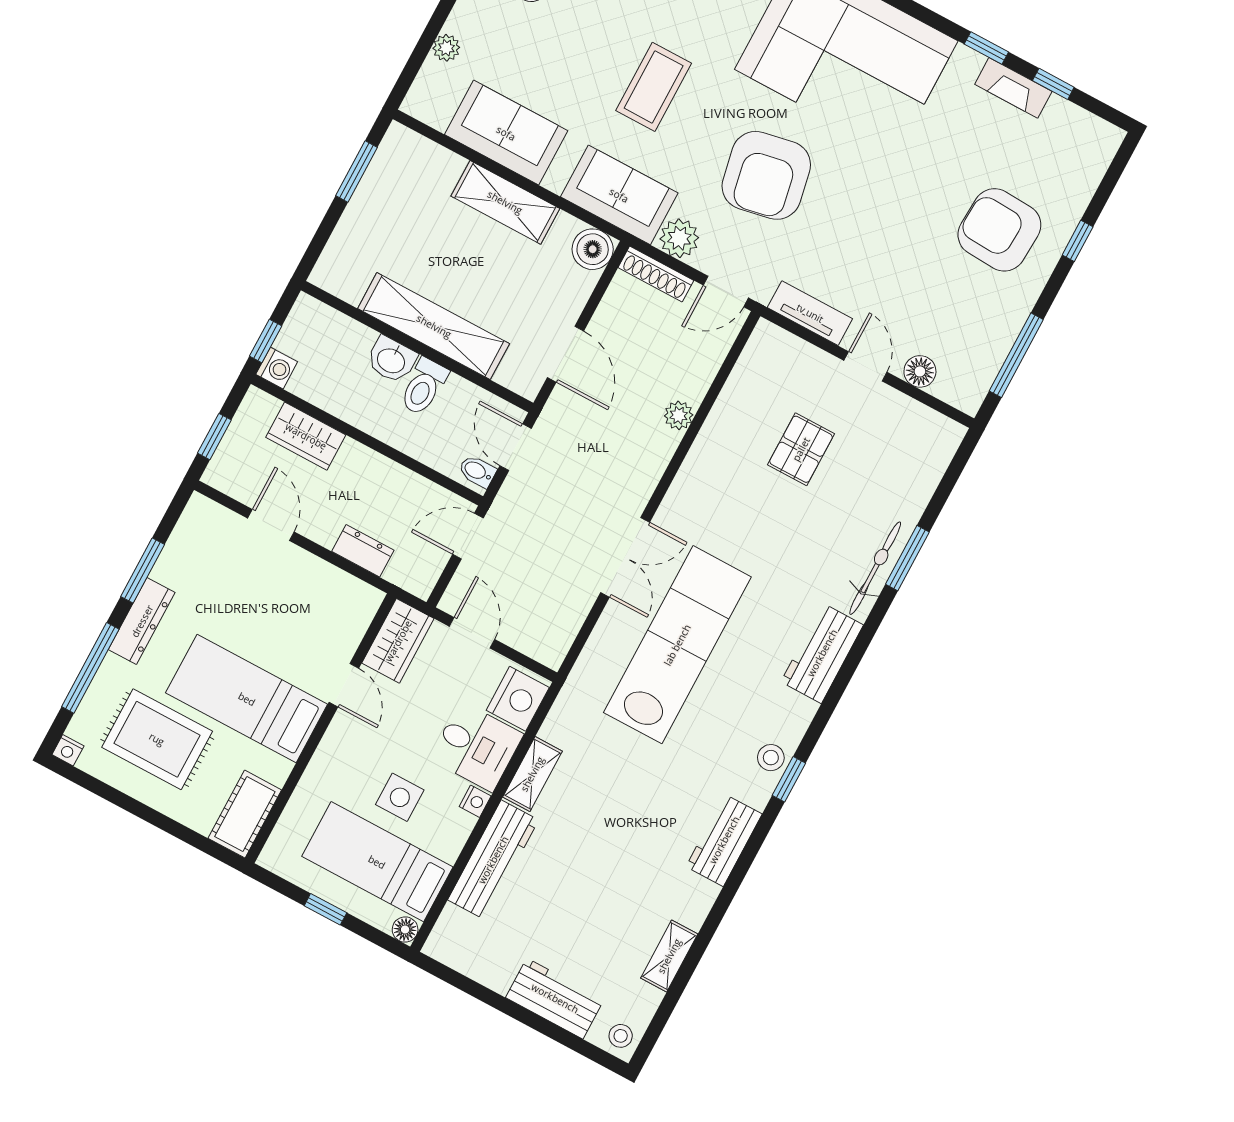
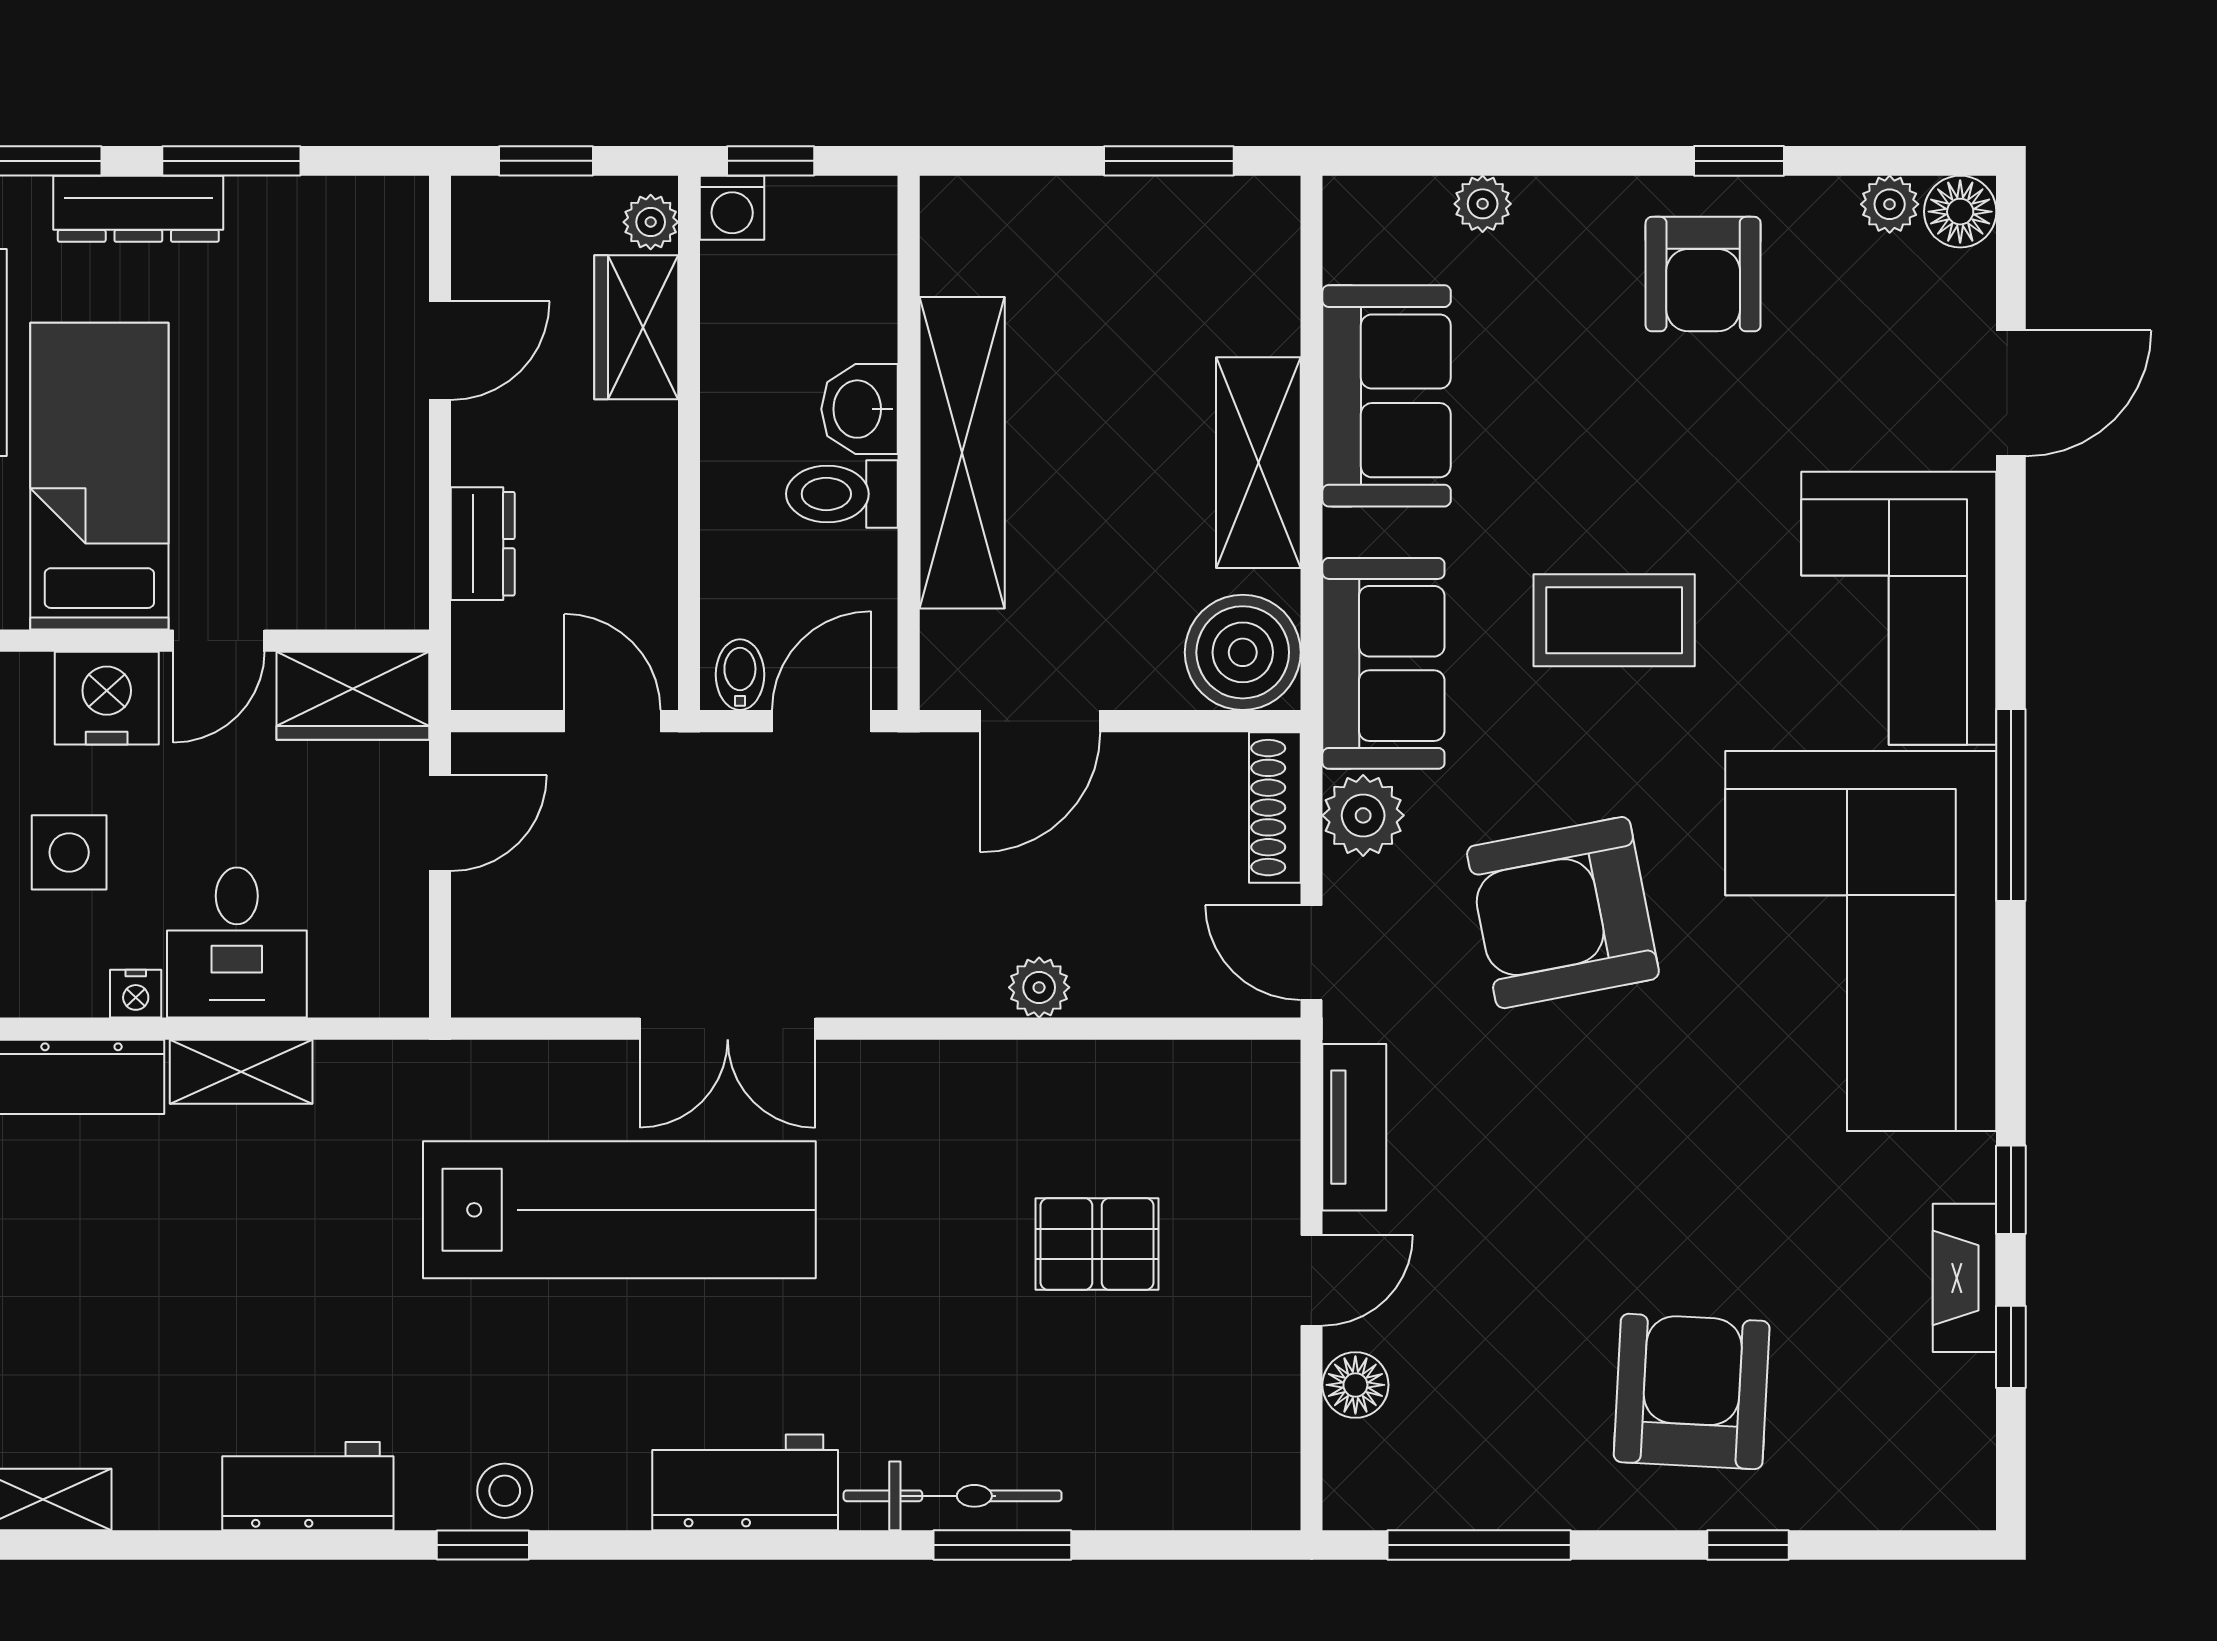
boiler: (593, 249) -> (1243, 652), width x1.37, depth x1.37
plant: (264, 406) -> (651, 222), added
nightstand: (518, 699) -> (107, 698), moved, turned 180

